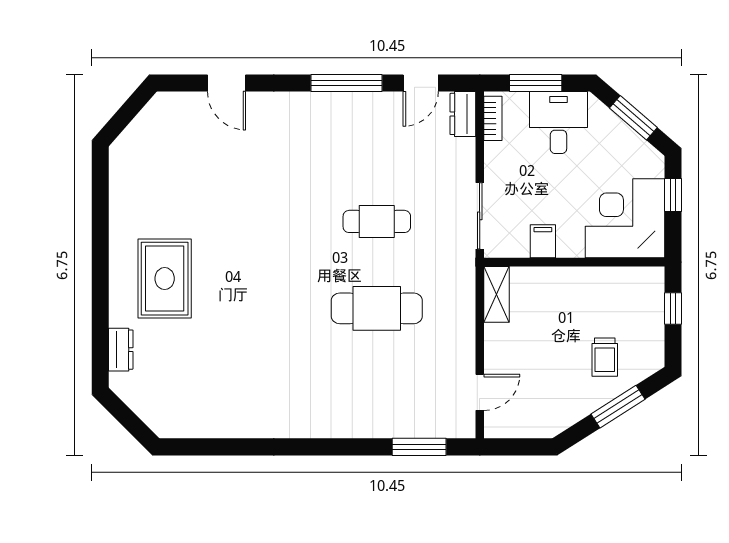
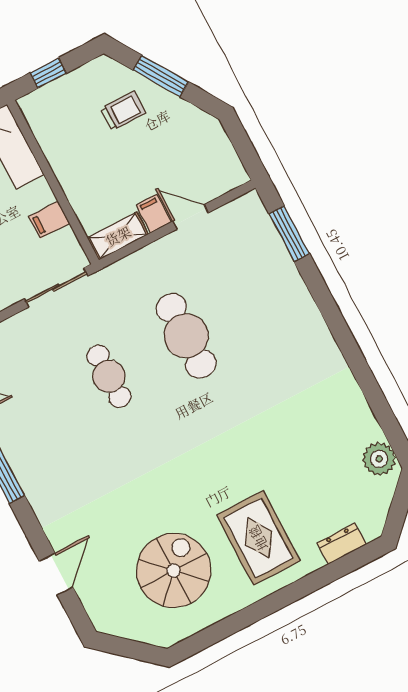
spiral stairs: (175, 188) -> (174, 571), added
rug: (165, 279) -> (258, 538), turned 90
filing cabinet: (500, 337) -> (154, 214), added
door: (480, 392) -> (190, 217), moved
plant: (178, 422) -> (379, 459), added

